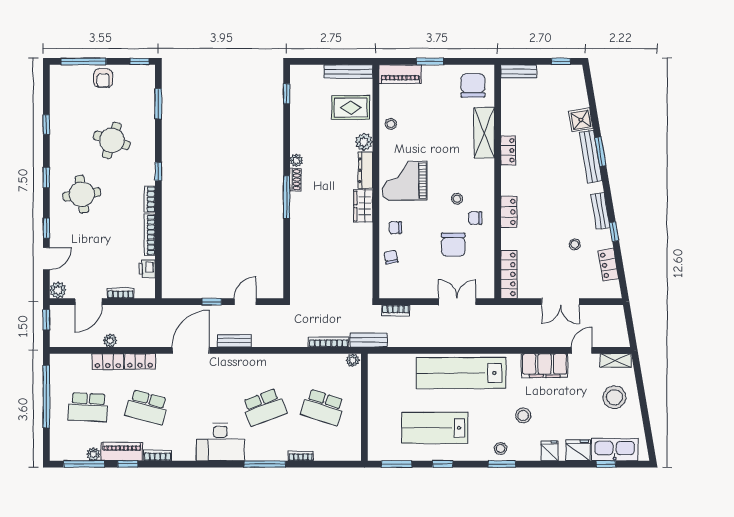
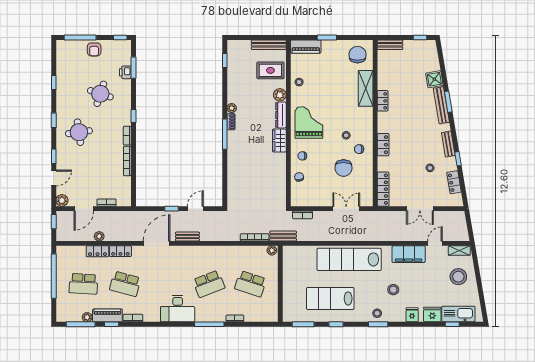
grand piano: (405, 181) -> (309, 123), turned 90
printer: (147, 269) -> (125, 72), moved

